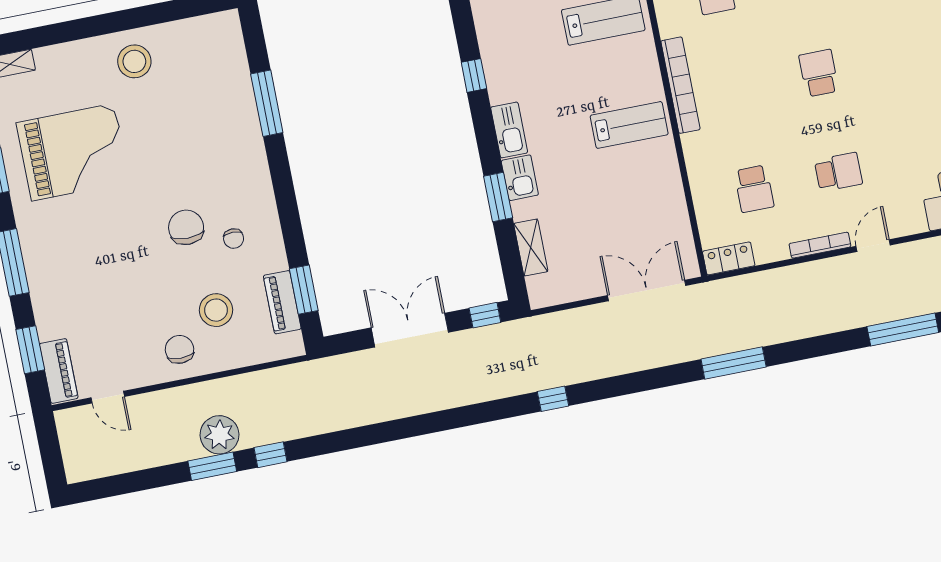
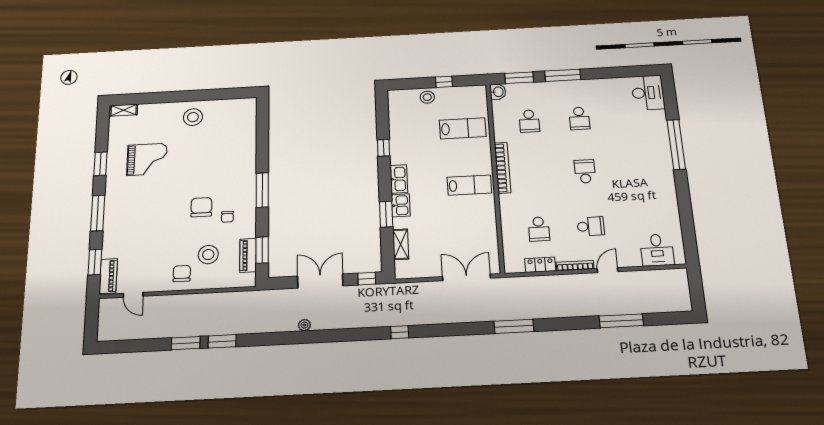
window: (267, 103) -> (262, 190), moved
grand piano: (73, 152) -> (147, 159), width x0.73, depth x0.68
locker: (729, 258) -> (540, 265), moved
plant: (219, 435) -> (304, 325), moved, width x0.53, depth x0.53
window: (270, 455) -> (222, 341), width x1.50

